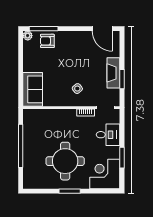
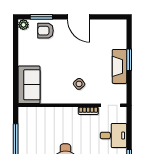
window: (44, 29) -> (41, 17), width x0.69
door: (102, 29) -> (79, 17), moved
window: (122, 79) -> (129, 60), moved

